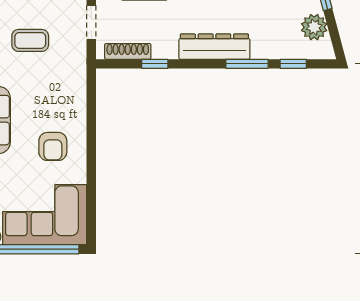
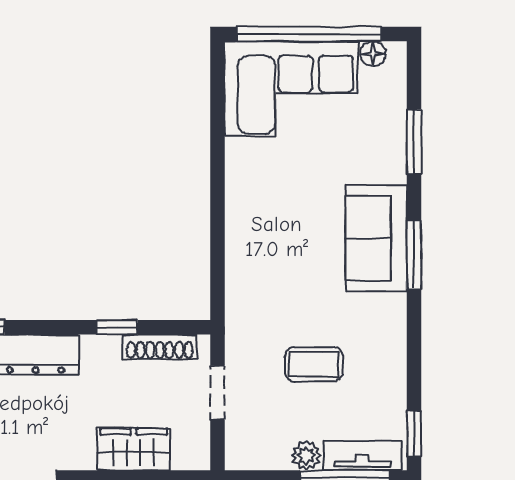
armchair: (53, 146) -> (278, 197), removed

